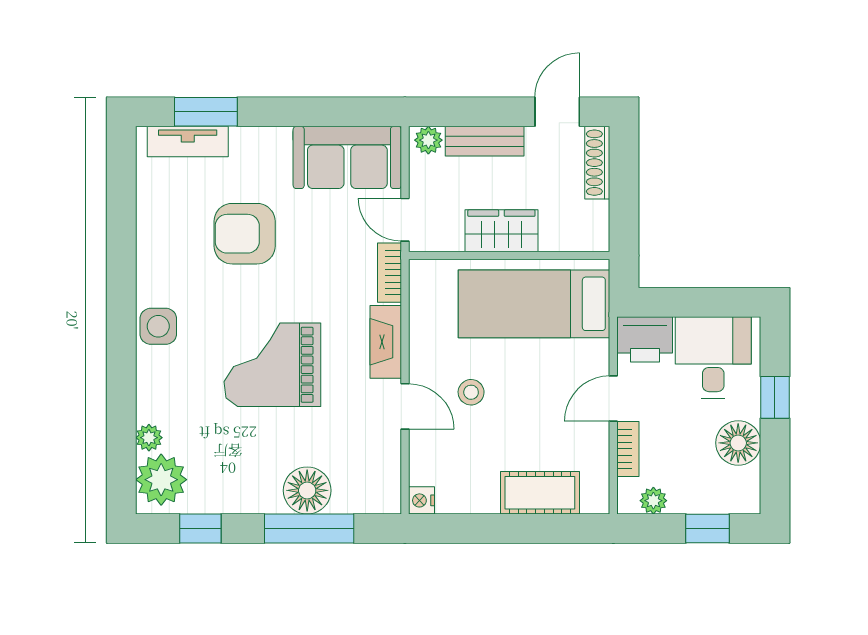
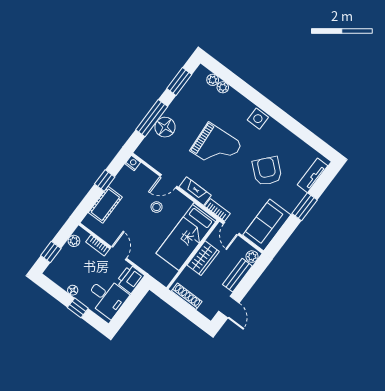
window: (206, 112) -> (305, 207), moved
shoe rack: (597, 163) -> (187, 296), moved
door: (405, 220) -> (231, 229), swing flipped
armchair: (245, 234) -> (267, 171), turned -49
bed: (534, 304) -> (186, 237), moved, turned 180
grand piano: (272, 365) -> (216, 147), turned 86
floor lamp: (738, 443) -> (73, 290), width x0.53, depth x0.53
plant: (161, 480) -> (213, 80), width x0.53, depth x0.53
window: (200, 529) -> (179, 82), width x1.50
window: (495, 529) -> (105, 180), added

